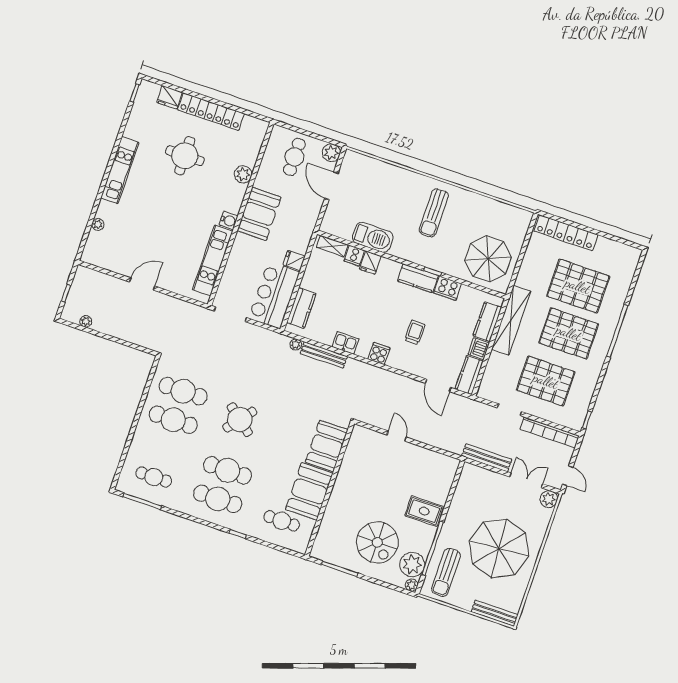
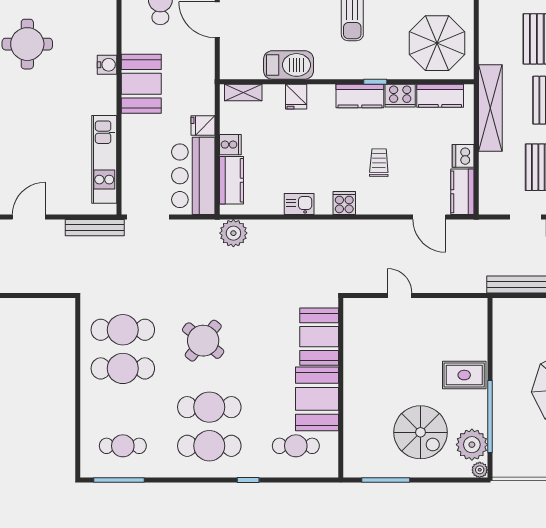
plant: (243, 174) -> (106, 42), removed
water cooler: (229, 220) -> (107, 65), moved
cooker: (354, 256) -> (230, 145), moved, turned -90
kitchen counter: (487, 322) -> (440, 96), moved, turned -90
plant: (296, 345) -> (233, 233), width x1.88, depth x1.88
bench: (324, 355) -> (95, 228), moved
sun lounger: (446, 572) -> (516, 440), removed

